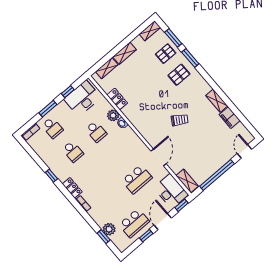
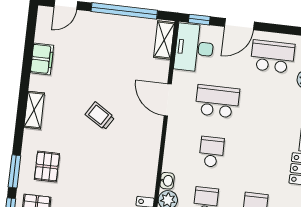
pallet: (179, 75) -> (47, 167), turned 90
shelving: (217, 101) -> (34, 110), moved
school desk: (117, 155) -> (211, 152), added
door: (158, 157) -> (168, 100), hinge flipped
window: (146, 236) -> (274, 28), removed

